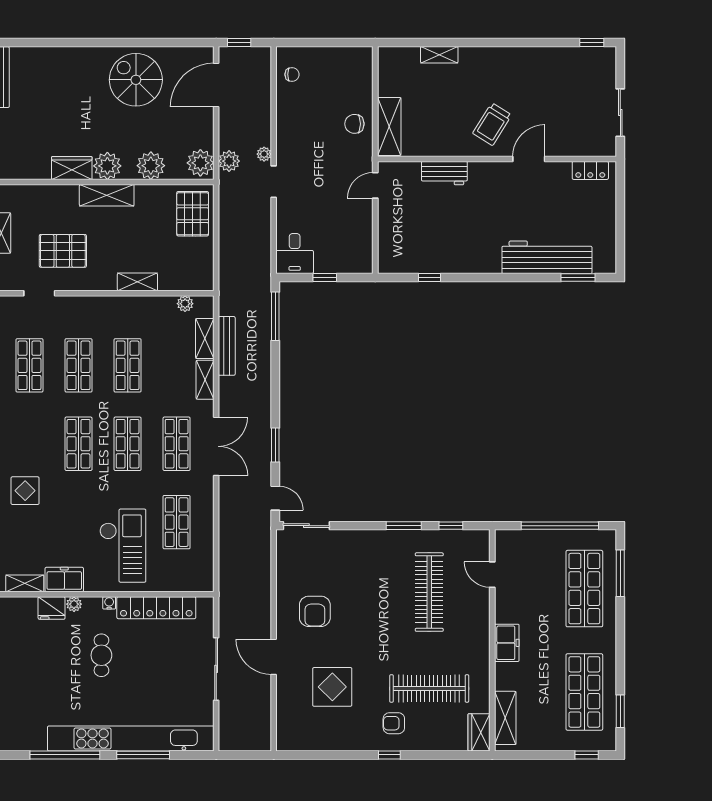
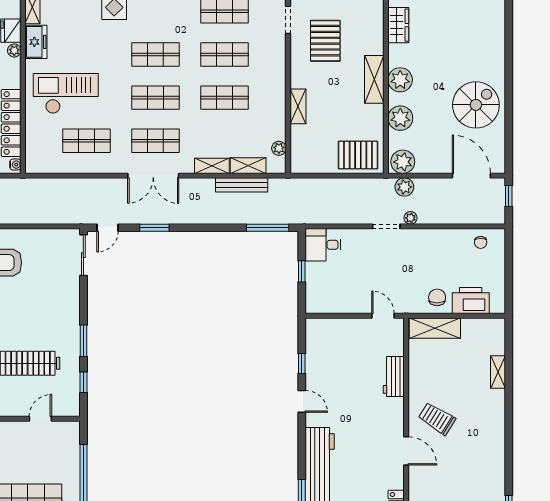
printer: (358, 86) -> (471, 301), added
wardrobe: (72, 168) -> (398, 25), moved
door: (472, 277) -> (302, 401), added
checkout: (123, 546) -> (66, 93), turned 180
water cooler: (109, 603) -> (15, 165), moved

